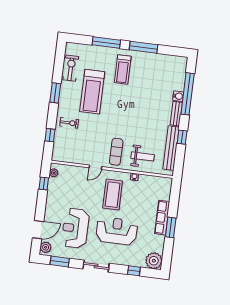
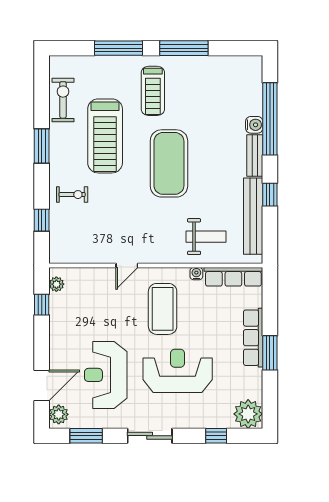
exercise mat: (116, 152) -> (169, 163), moved, width x2.00, depth x1.45
row of seats: (155, 181) -> (233, 277), added

